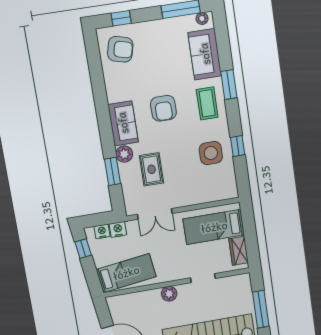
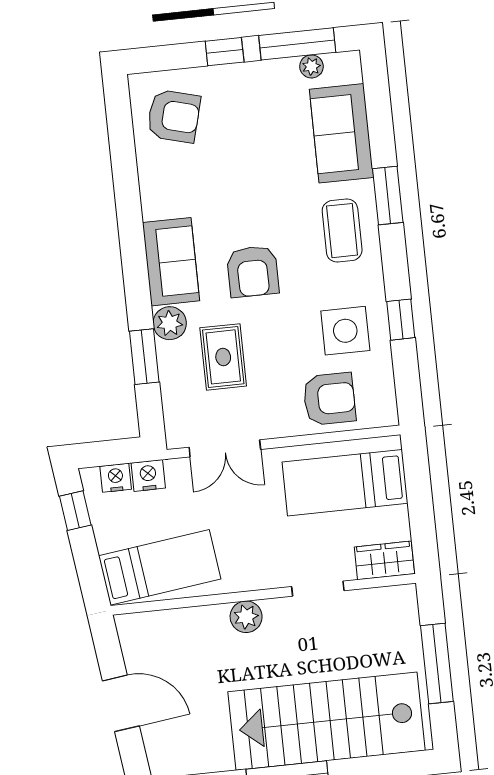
window: (121, 18) -> (225, 52), moved
plant: (202, 19) -> (311, 66), moved
armchair: (163, 108) -> (253, 271), moved
armchair: (204, 187) -> (329, 399), added
wardrobe: (239, 251) -> (384, 560), moved, turned 90

